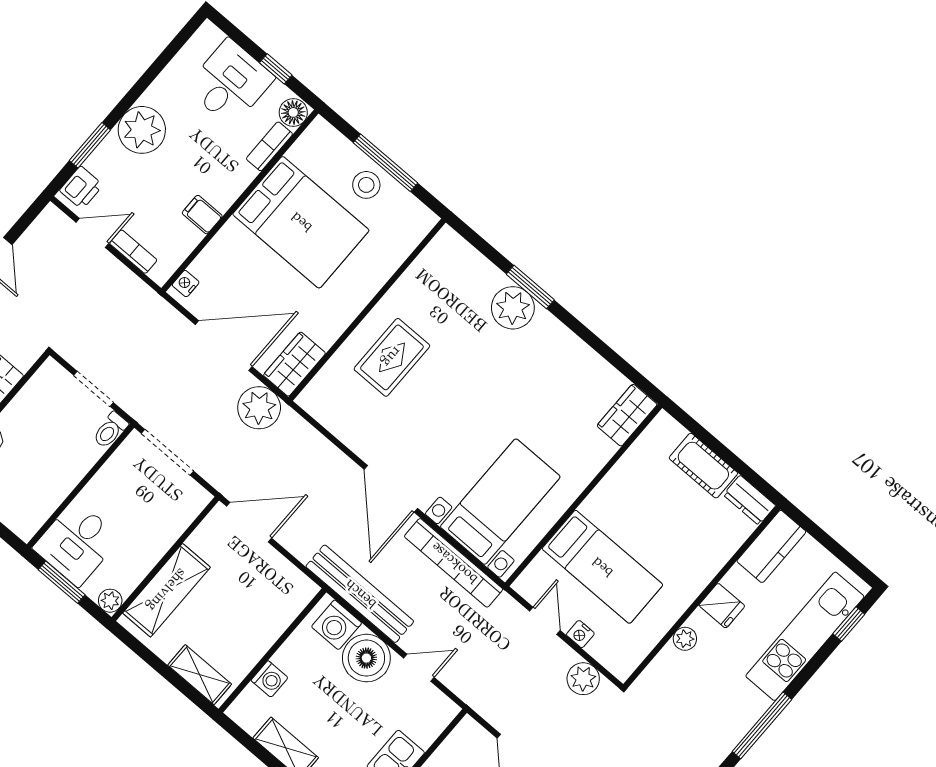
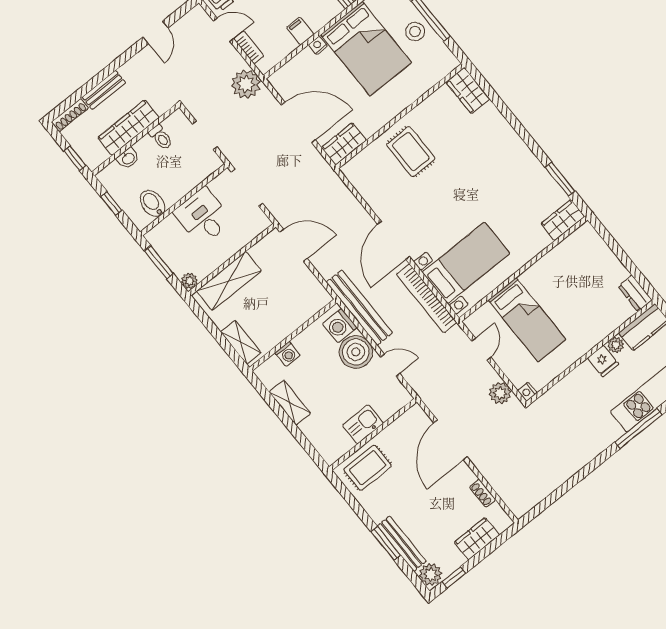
wardrobe: (457, 255) -> (468, 90), added
nightstand: (186, 284) -> (318, 45), moved
window: (530, 287) -> (560, 179), moved
plant: (513, 308) -> (499, 133), removed
rug: (392, 357) -> (411, 152), turned 90
plant: (259, 408) -> (246, 84), moved
toilet: (110, 430) -> (161, 137), moved, turned -90
cot: (703, 466) -> (608, 264), removed
bidet: (37, 500) -> (152, 203), added
desk: (77, 543) -> (203, 216), moved, turned 90
nightstand: (580, 634) -> (527, 392), moved
plant: (685, 639) -> (616, 345), moved
window: (762, 725) -> (638, 428), moved

